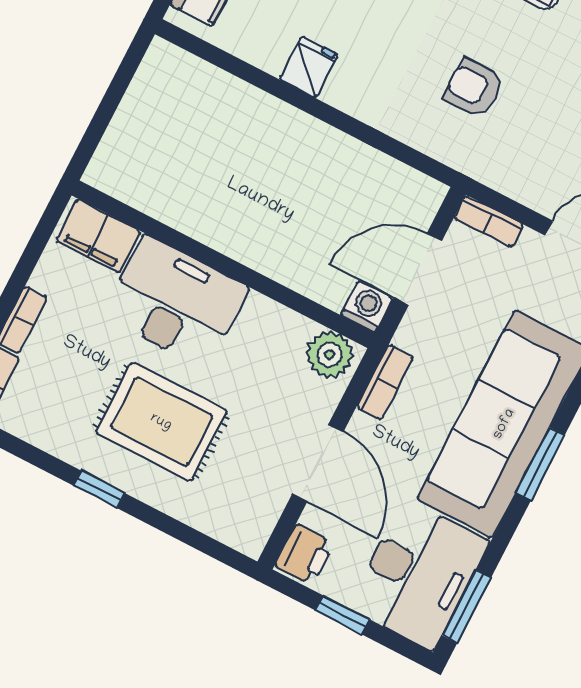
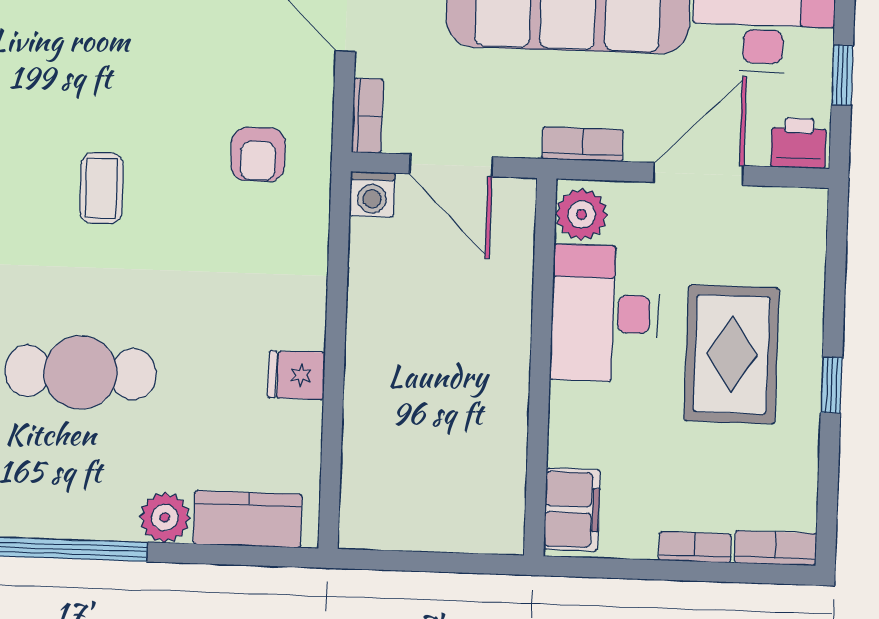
armchair: (474, 88) -> (258, 154), moved
desk: (175, 302) -> (605, 313), moved
washing machine: (367, 307) -> (372, 194), moved, turned -90

